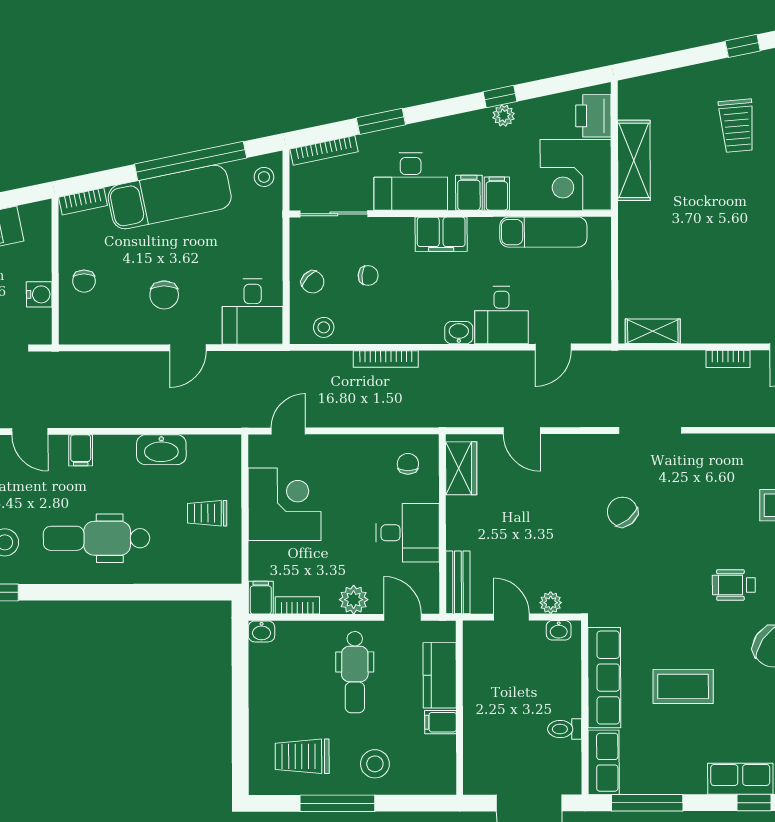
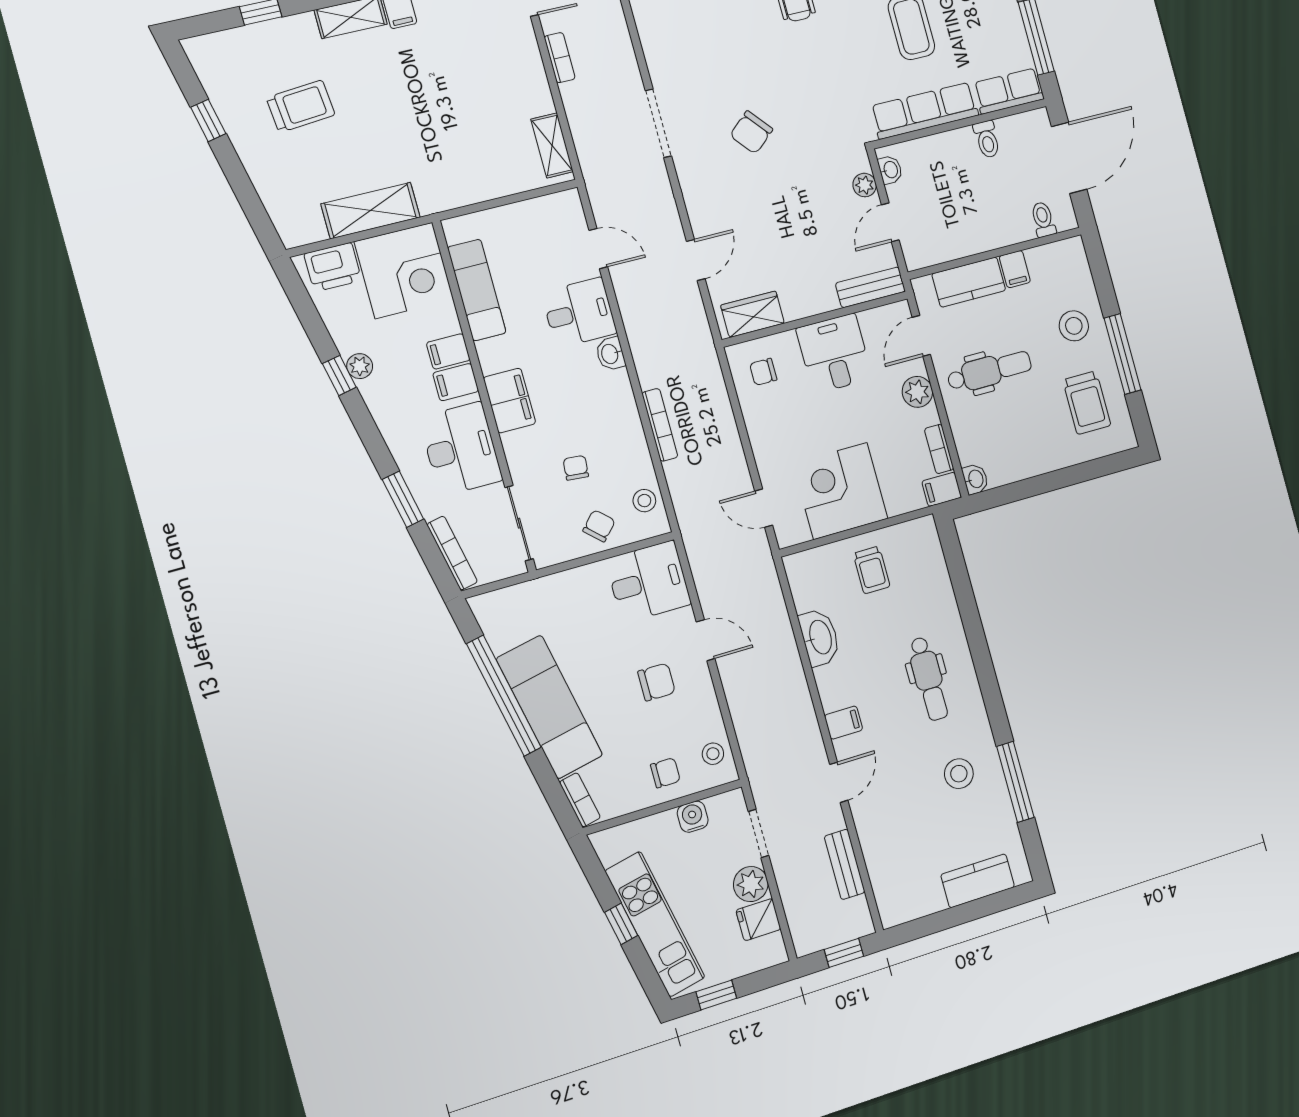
stool: (264, 177) -> (713, 754), moved
dental chair: (97, 538) -> (929, 679), width x0.73, depth x0.72
toilet: (479, 762) -> (1043, 219), added

